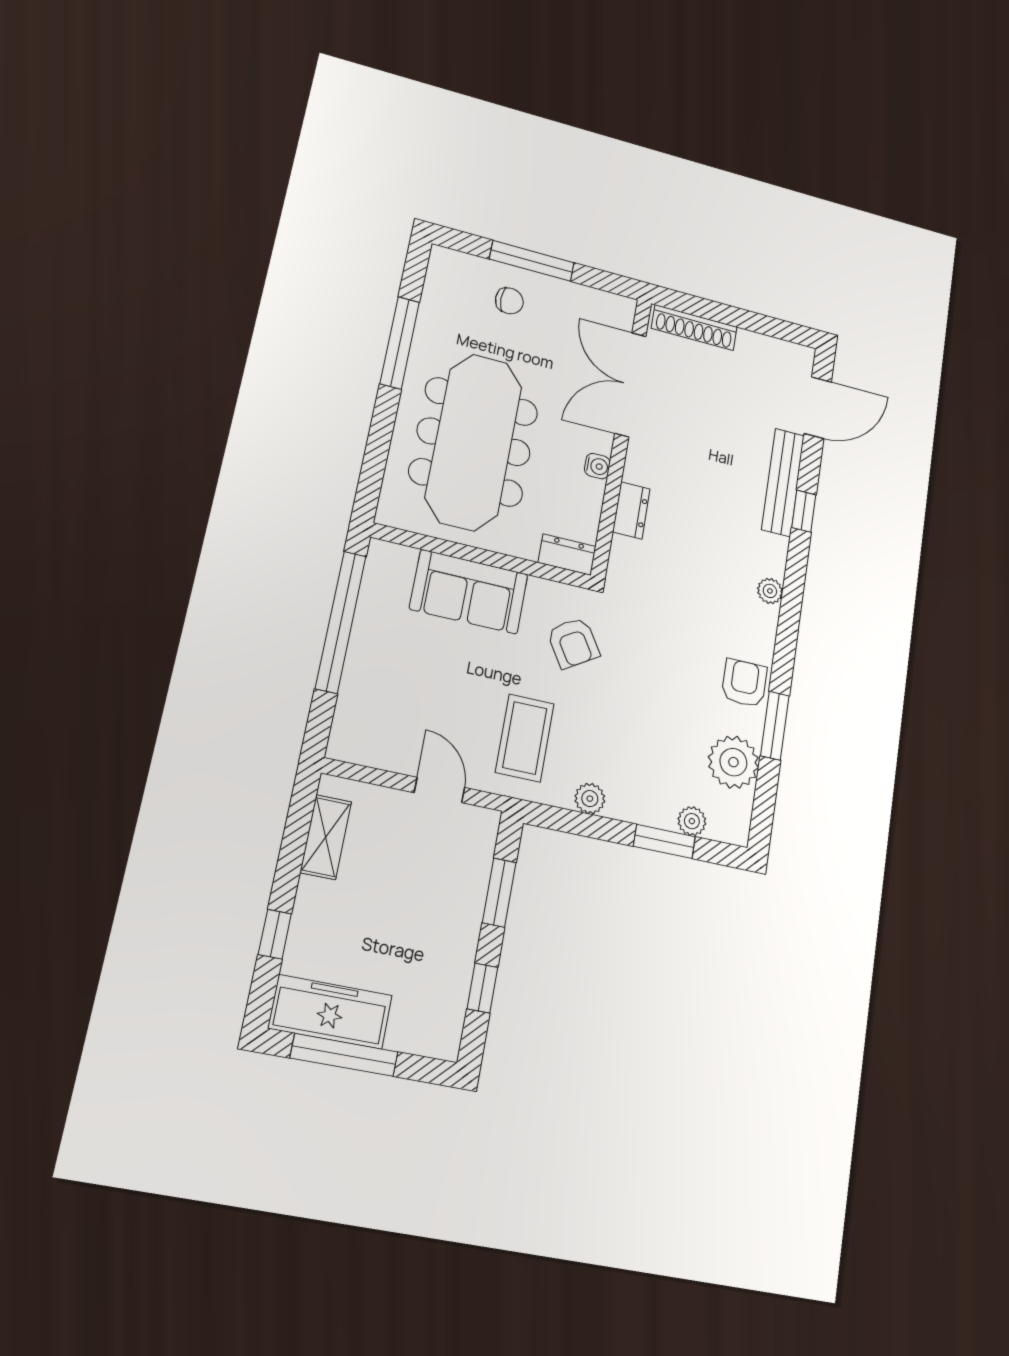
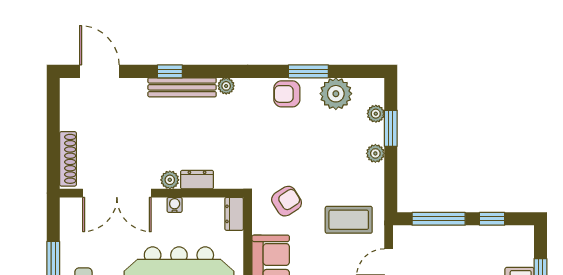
plant: (638, 469) -> (170, 180), added
bench: (783, 482) -> (182, 87), moved
plant: (590, 799) -> (375, 153), moved
window: (499, 893) -> (439, 219), width x1.44

